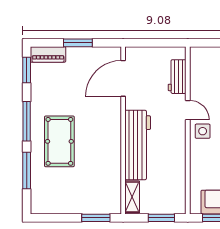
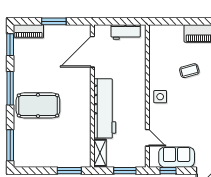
workbench: (177, 77) -> (126, 32), moved, turned -90
door: (188, 110) -> (147, 138), moved
pool table: (59, 141) -> (38, 105), turned 90
window: (27, 171) -> (10, 145), moved

